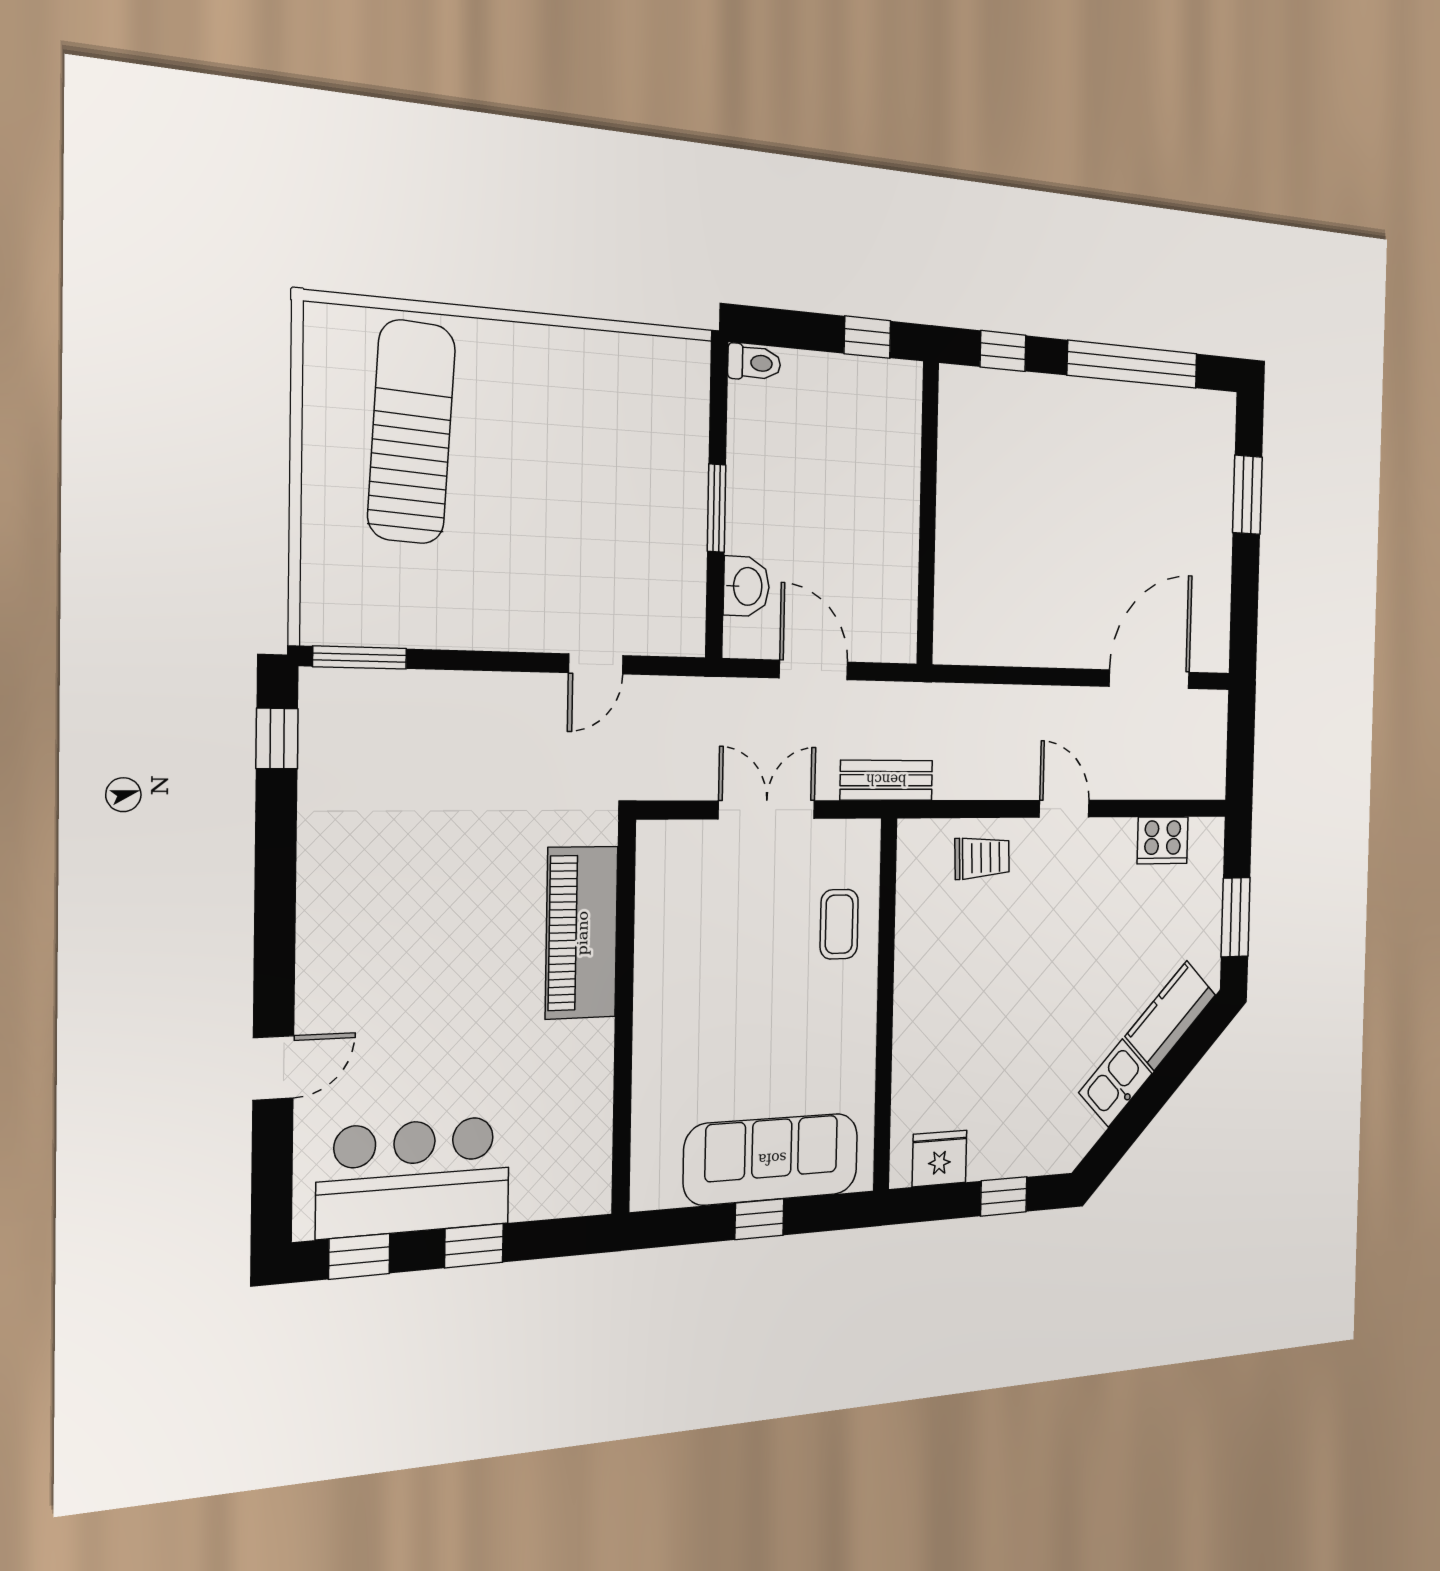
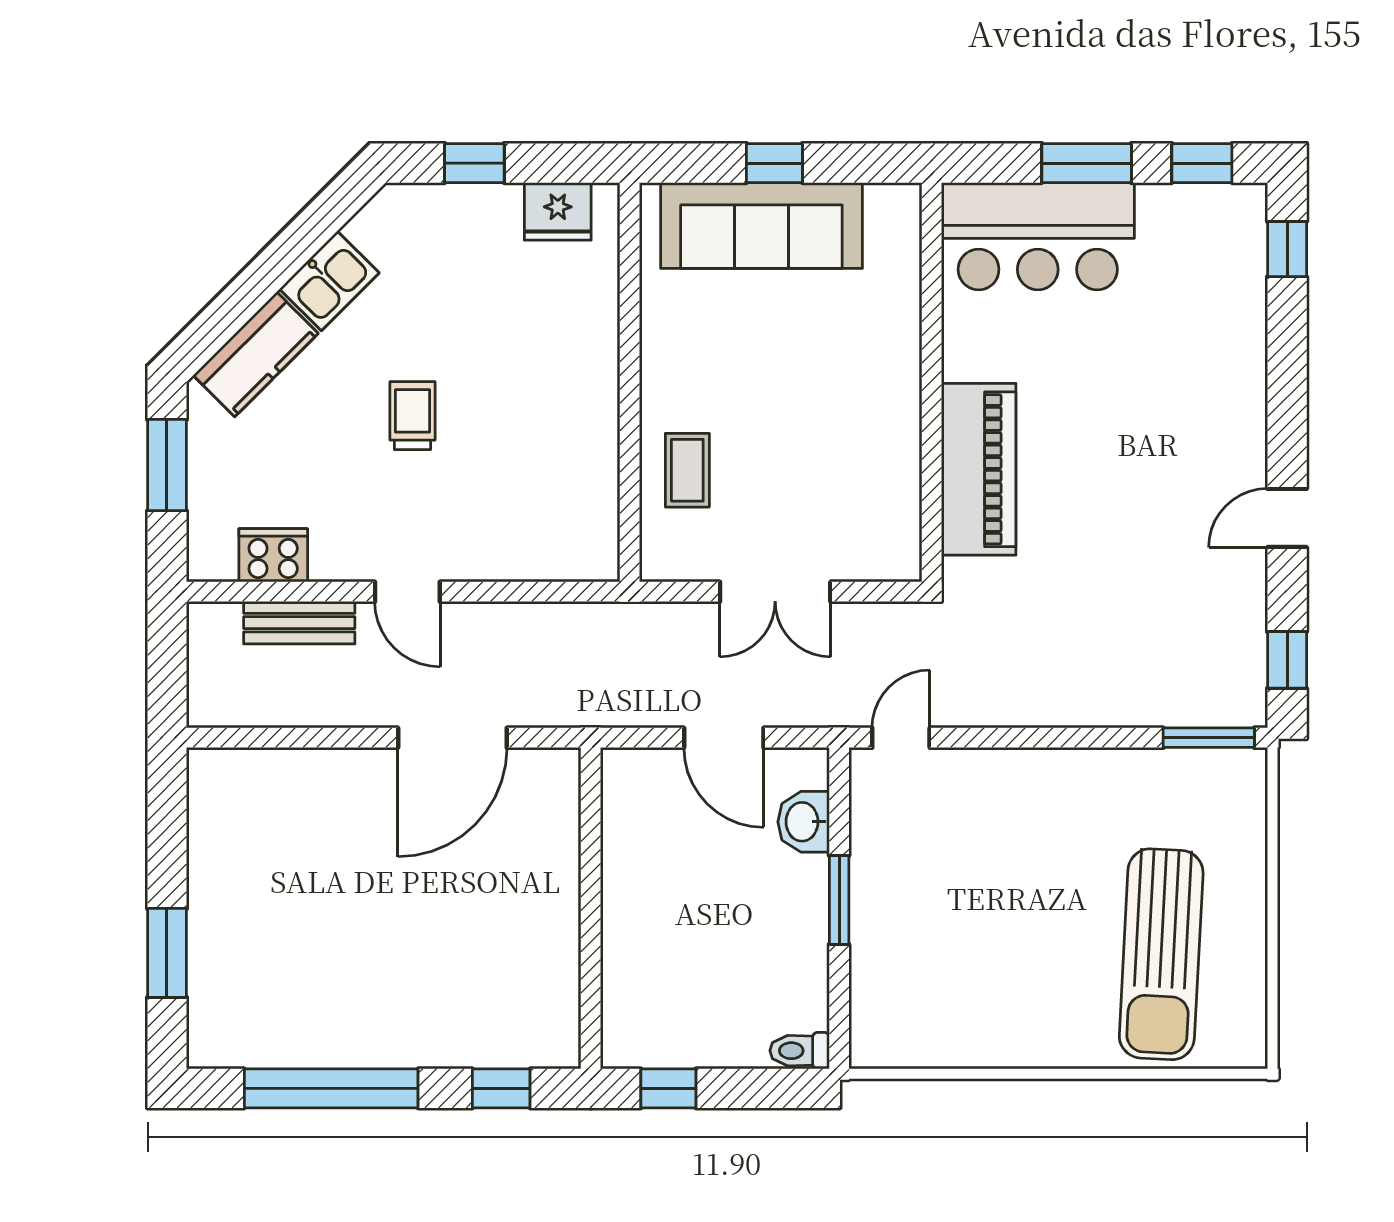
door: (596, 664) -> (901, 738), moved
door: (1150, 679) -> (452, 738), moved
bench: (886, 780) -> (299, 623), moved
trolley: (982, 858) -> (412, 416), moved, turned 92
door: (273, 1068) -> (1287, 518), moved
window: (272, 1174) -> (1287, 249), added
bar counter: (414, 1177) -> (1038, 236), moved
window: (474, 1246) -> (1087, 163), width x1.50

